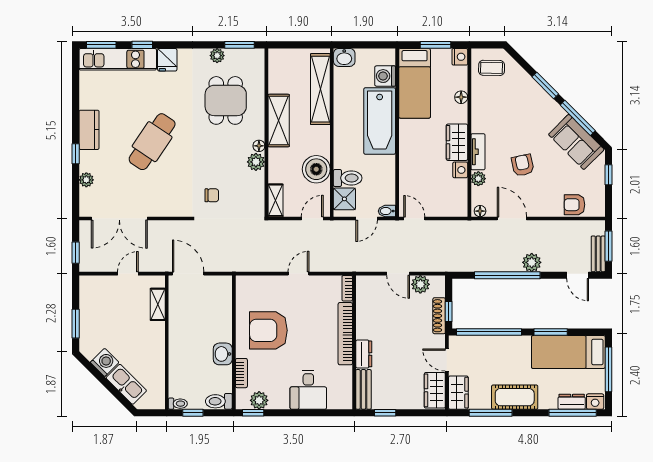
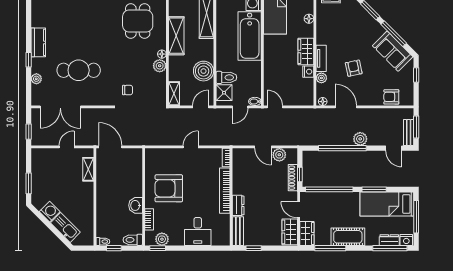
cafe table: (152, 142) -> (79, 70), moved, turned 56

